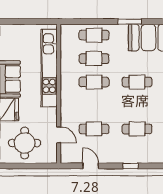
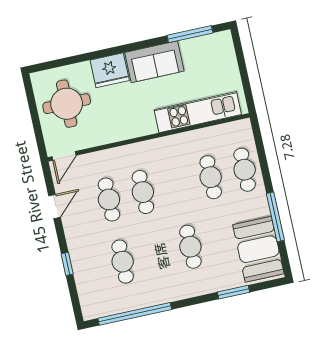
window: (130, 22) -> (275, 217), width x1.44
kitchen unit: (49, 68) -> (198, 112), width x0.73
cafe table: (94, 82) -> (143, 192), moved
door: (59, 135) -> (64, 156), moved

